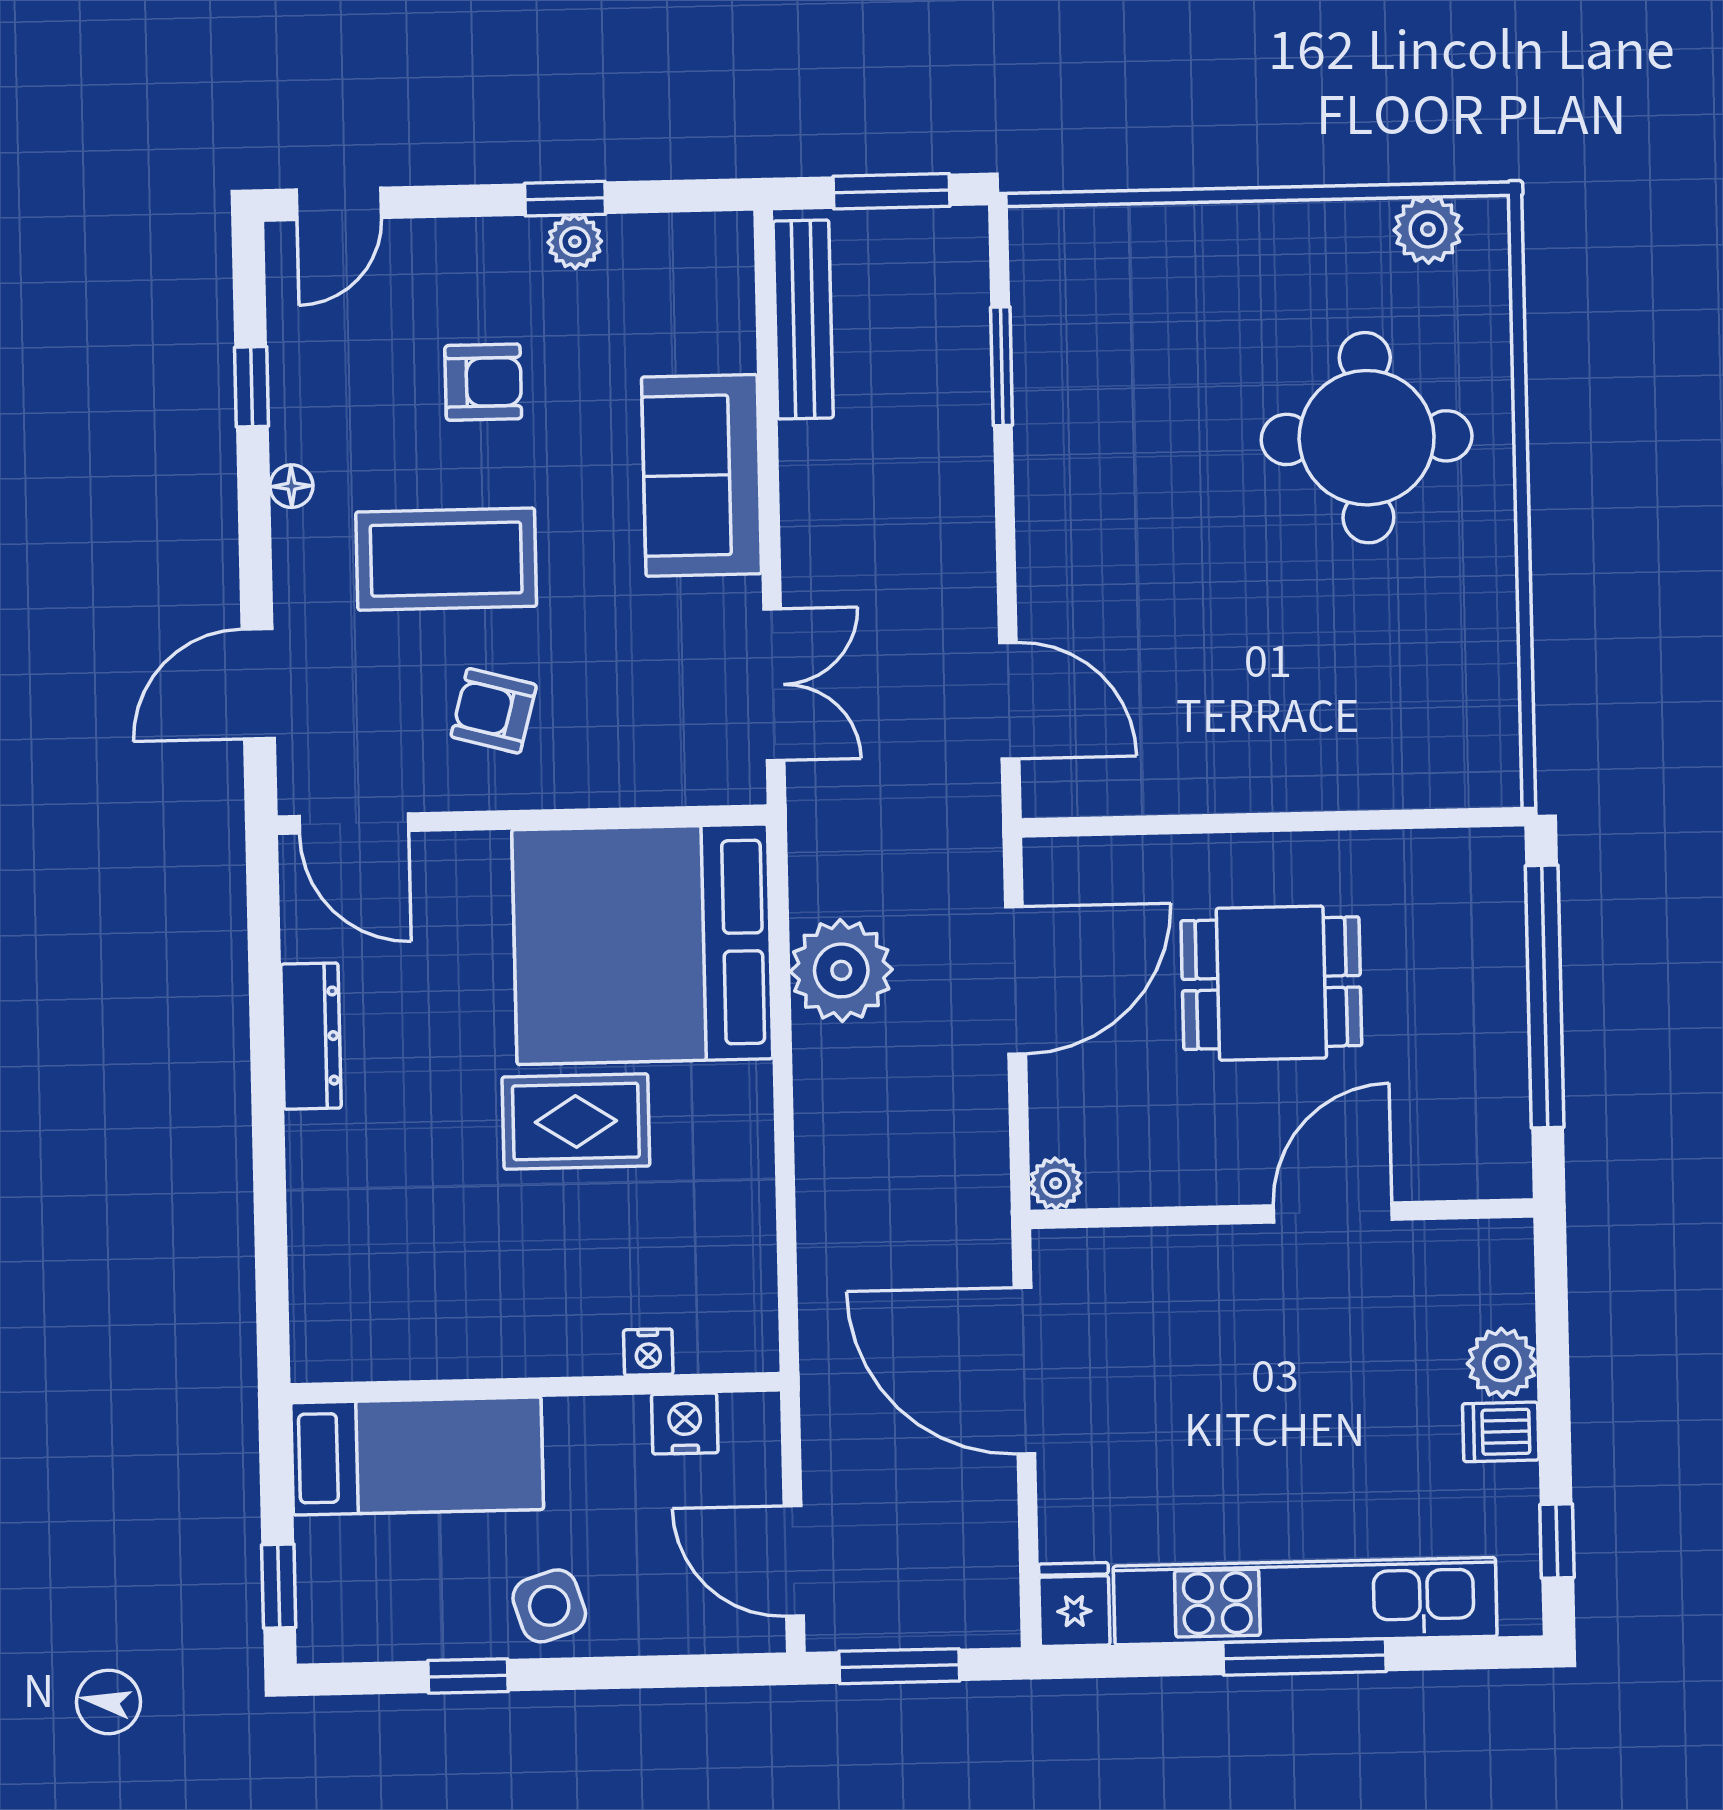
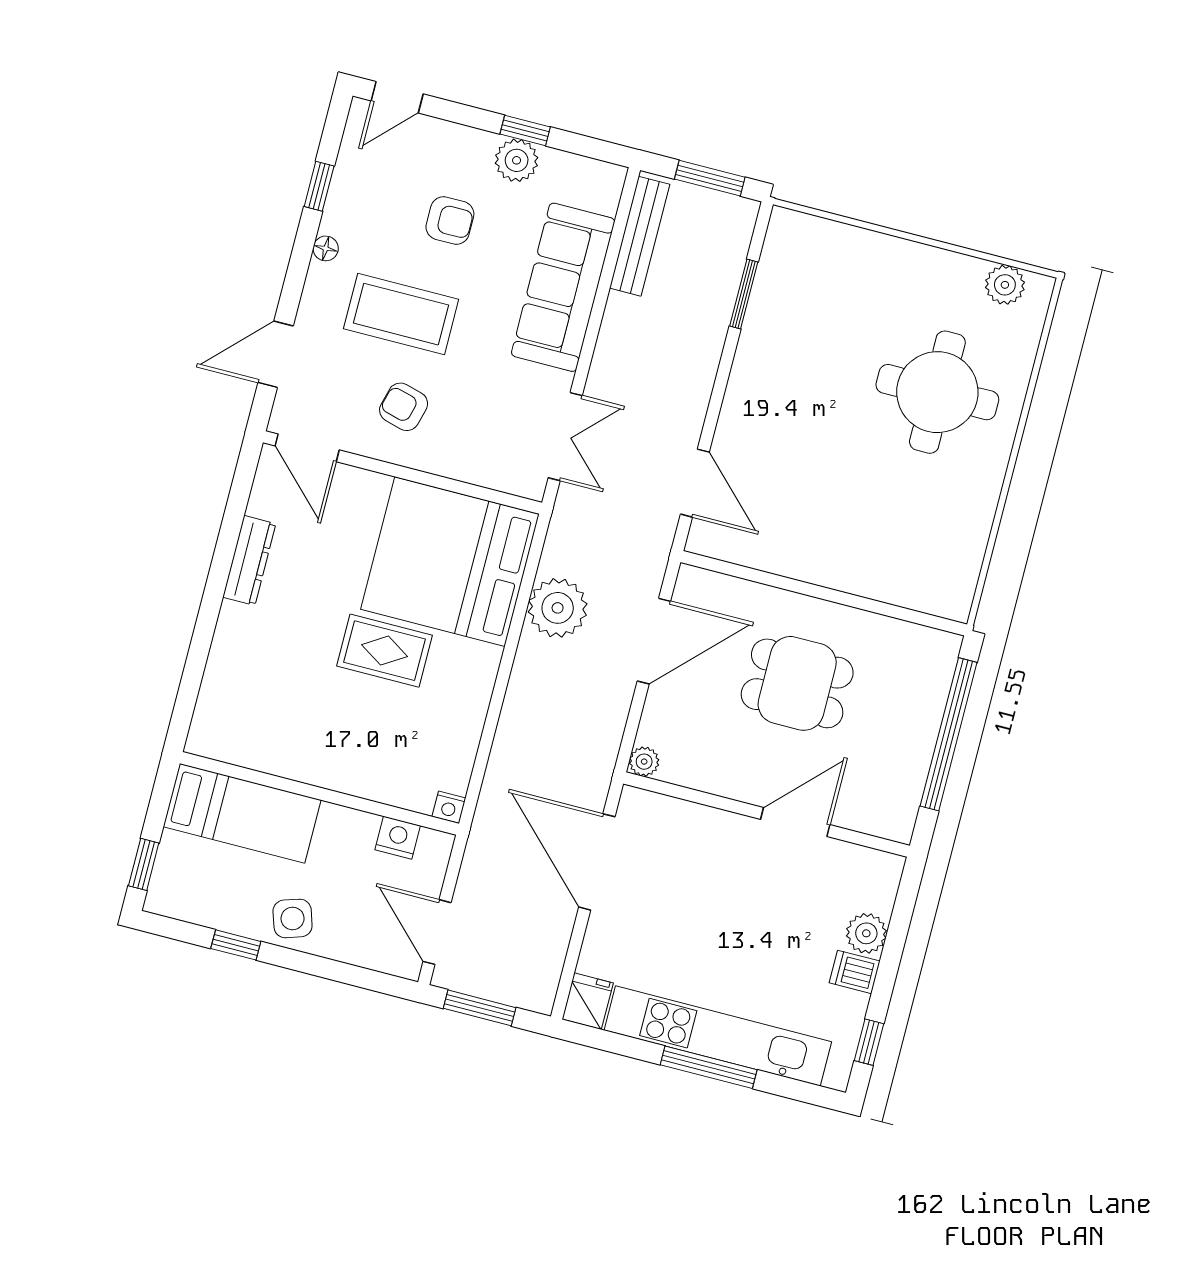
plant: (575, 242) -> (517, 160), width x1.38, depth x1.38
sofa: (702, 475) -> (563, 287), width x1.36
nightstand: (648, 1352) -> (449, 807), moved

